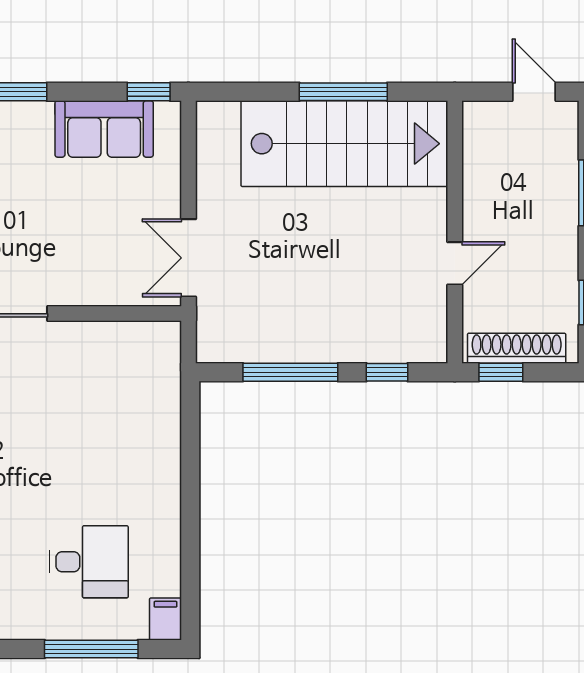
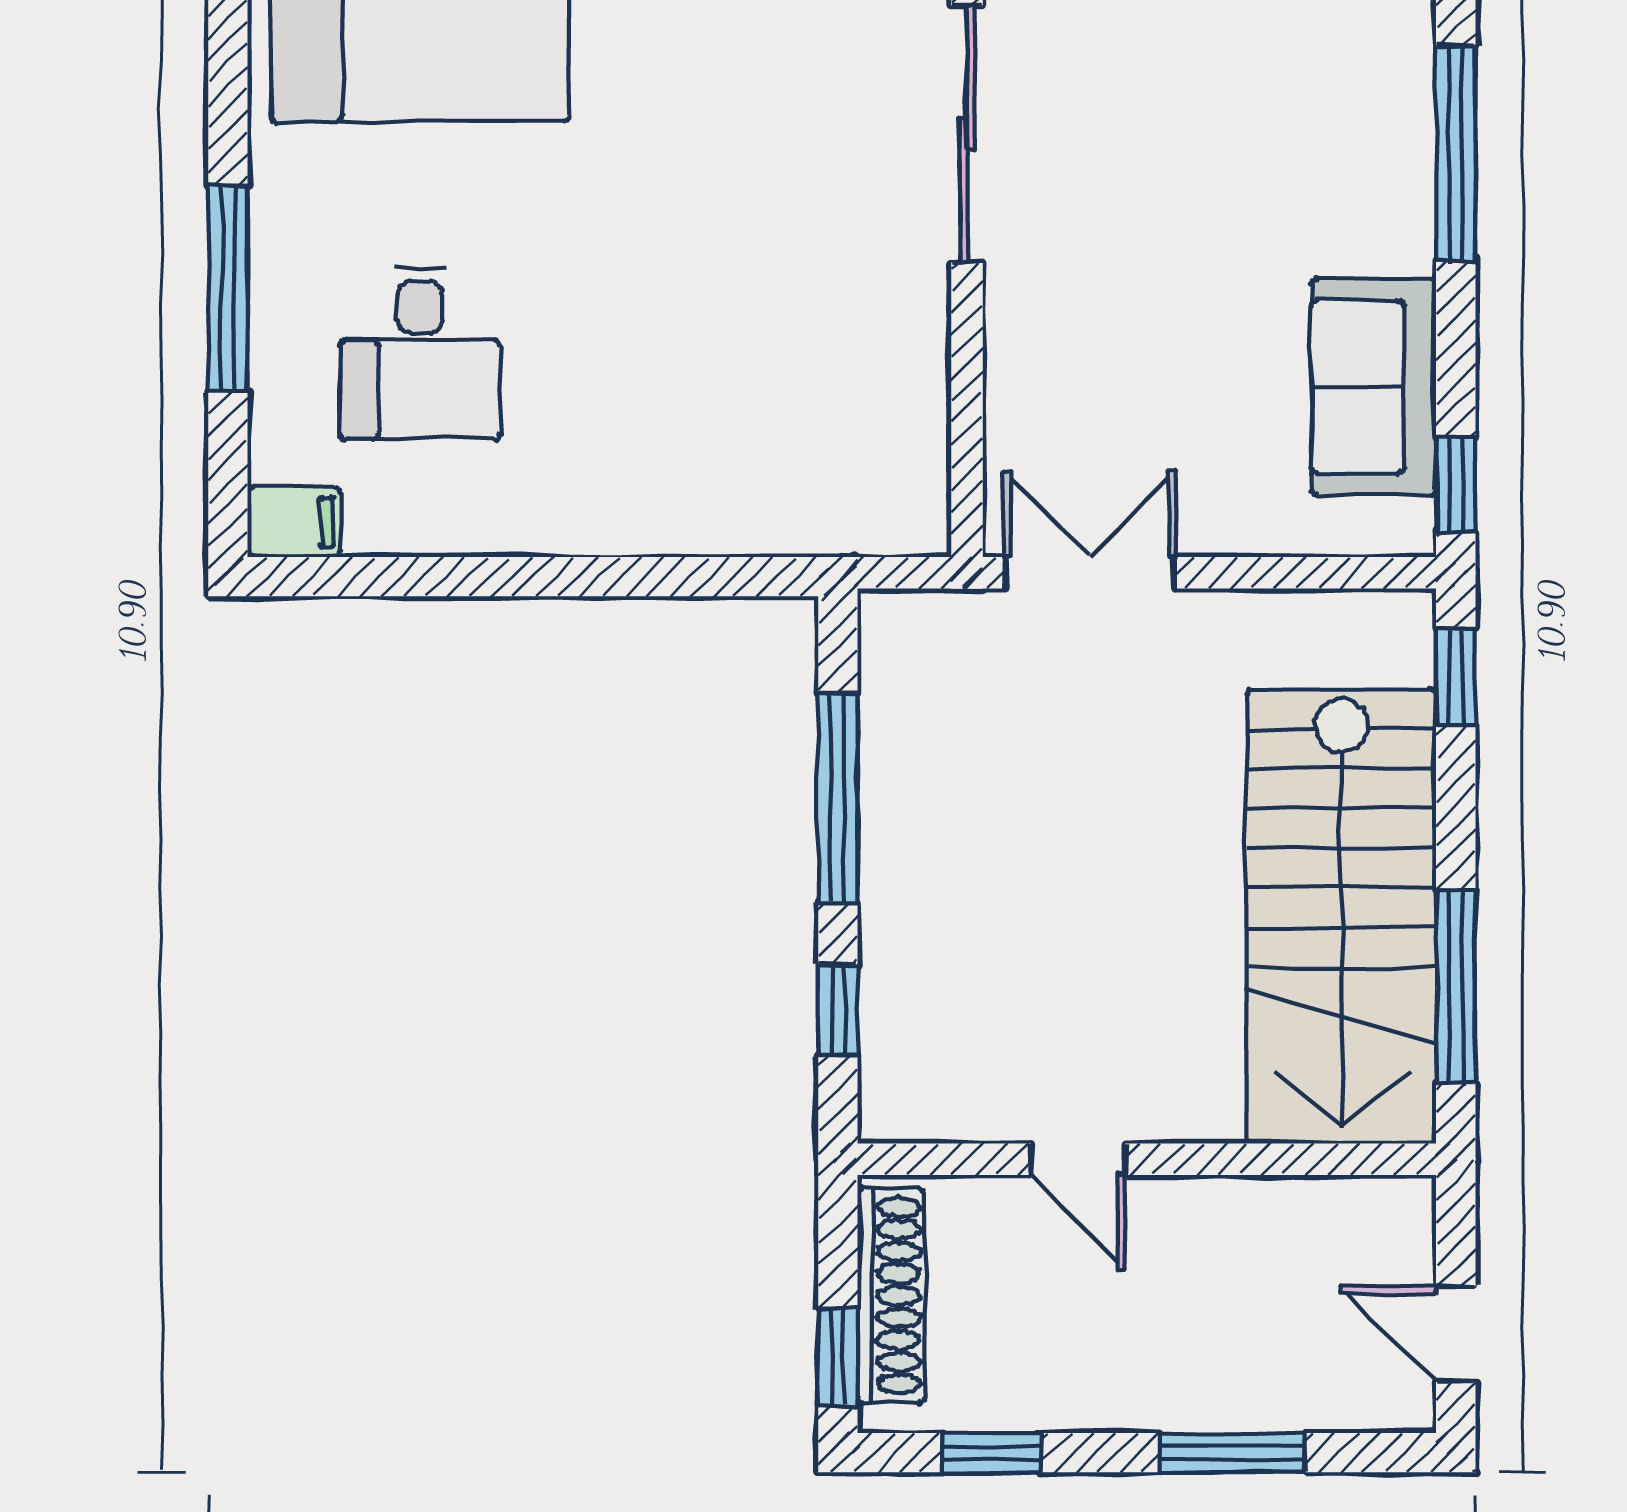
window: (236, 92) -> (1456, 678), added
window: (343, 92) -> (1456, 987), moved
door: (534, 92) -> (1456, 1334), swing flipped
window: (501, 372) -> (838, 1356), moved
window: (91, 649) -> (228, 288), moved

